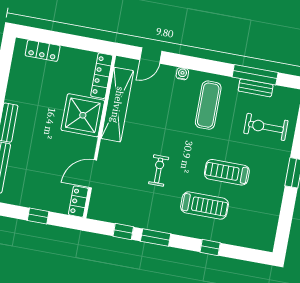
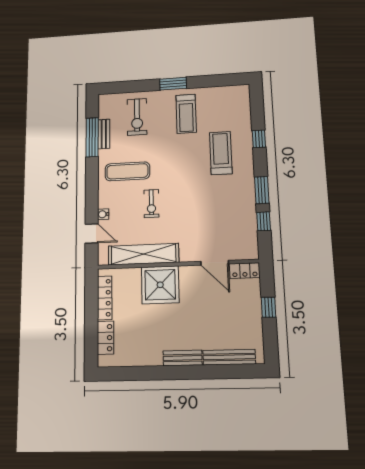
water cooler: (182, 74) -> (103, 214), moved
locker: (102, 76) -> (105, 298), moved, turned -90
exercise bike: (159, 170) -> (151, 204), moved, turned -90
treadmill: (227, 172) -> (186, 114), moved

